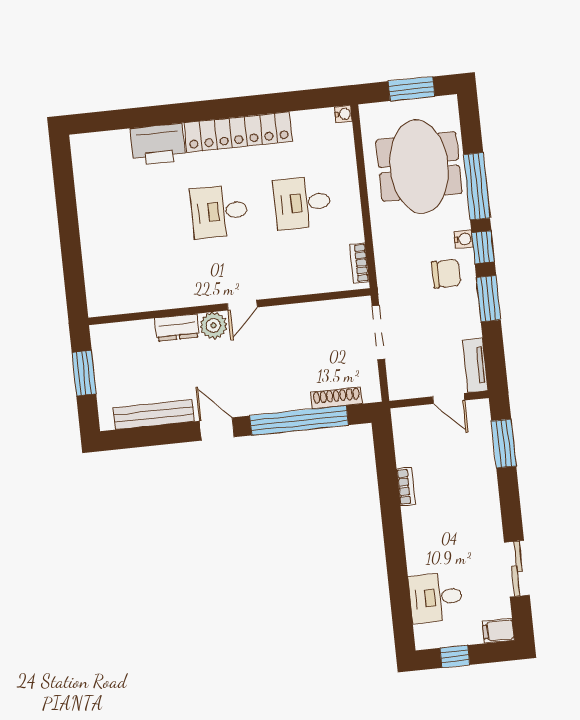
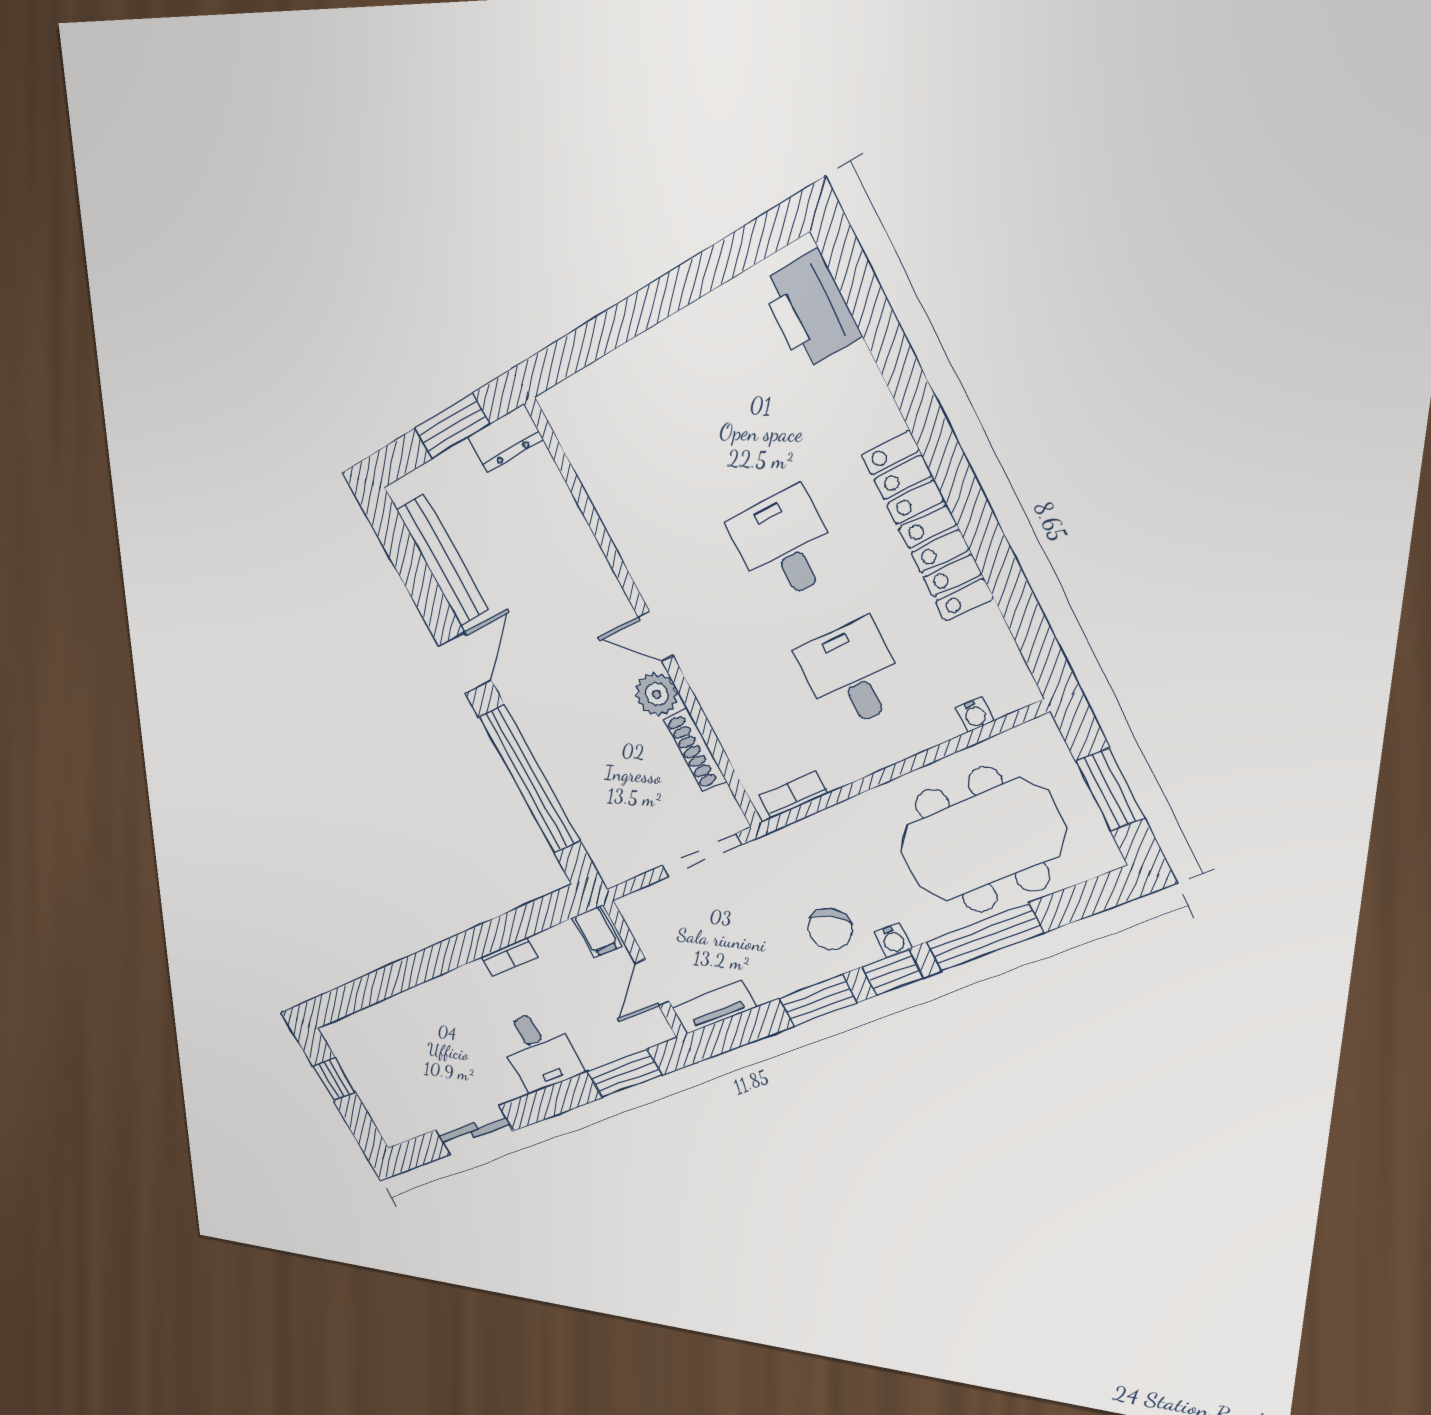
water cooler: (344, 114) -> (975, 714), moved
printer: (158, 144) -> (810, 310), moved
chair: (446, 274) -> (830, 929), turned 31
plant: (213, 325) -> (657, 694), moved
dresser: (177, 328) -> (505, 438), moved, turned -90
shoe rack: (336, 398) -> (695, 750), moved, turned 180
desk: (436, 598) -> (539, 1051), moved, turned 180
filing cabinet: (498, 631) -> (597, 932), moved, turned 180

